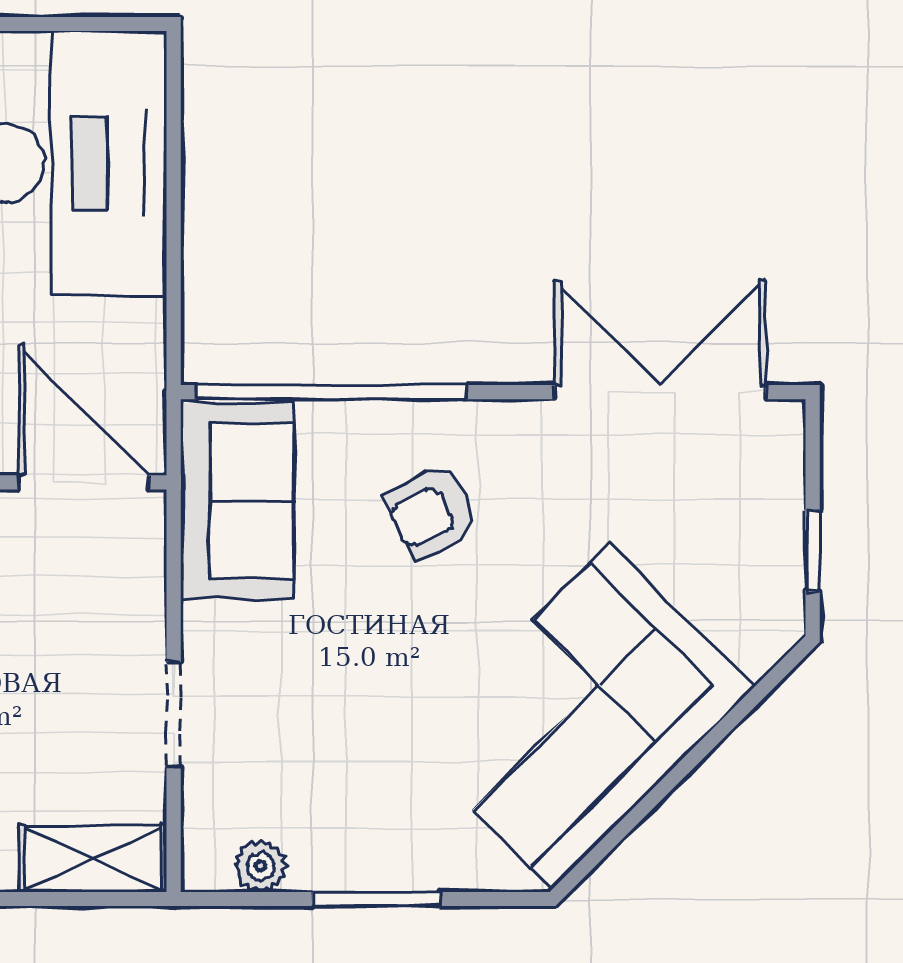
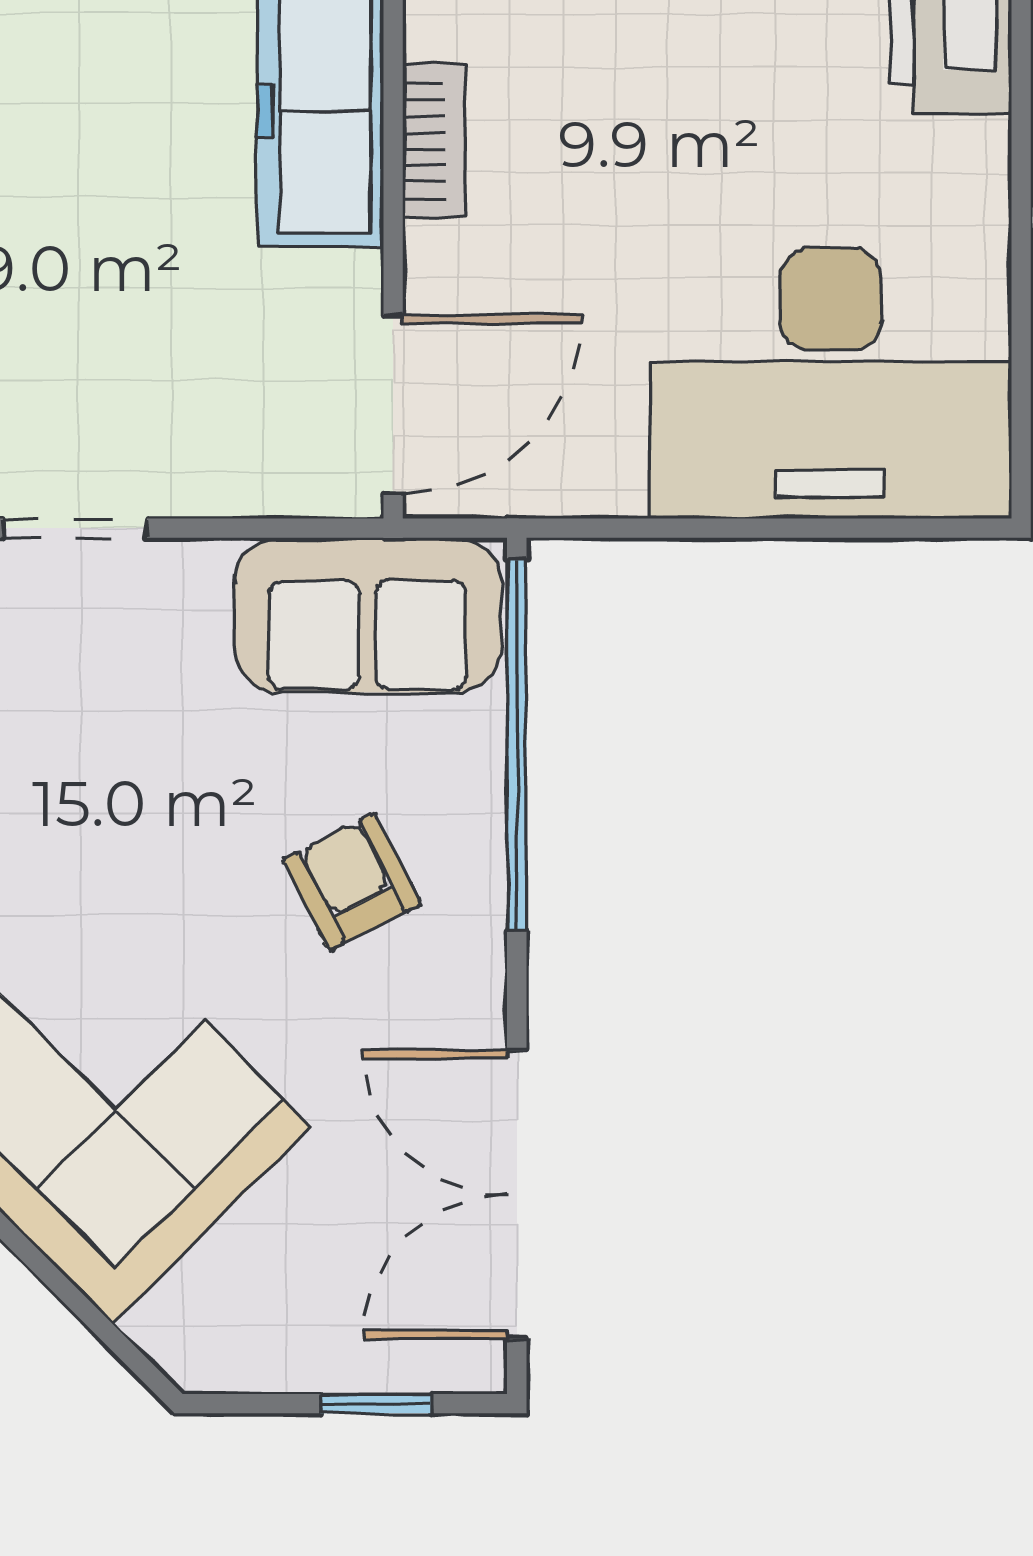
double door: (660, 392) -> (517, 1195), swing flipped
window: (813, 551) -> (376, 1404), moved

